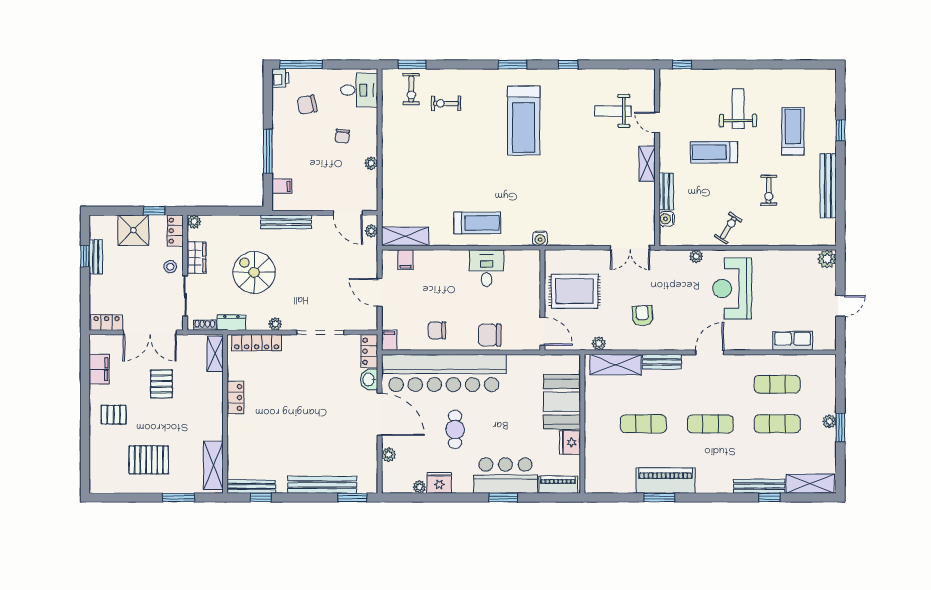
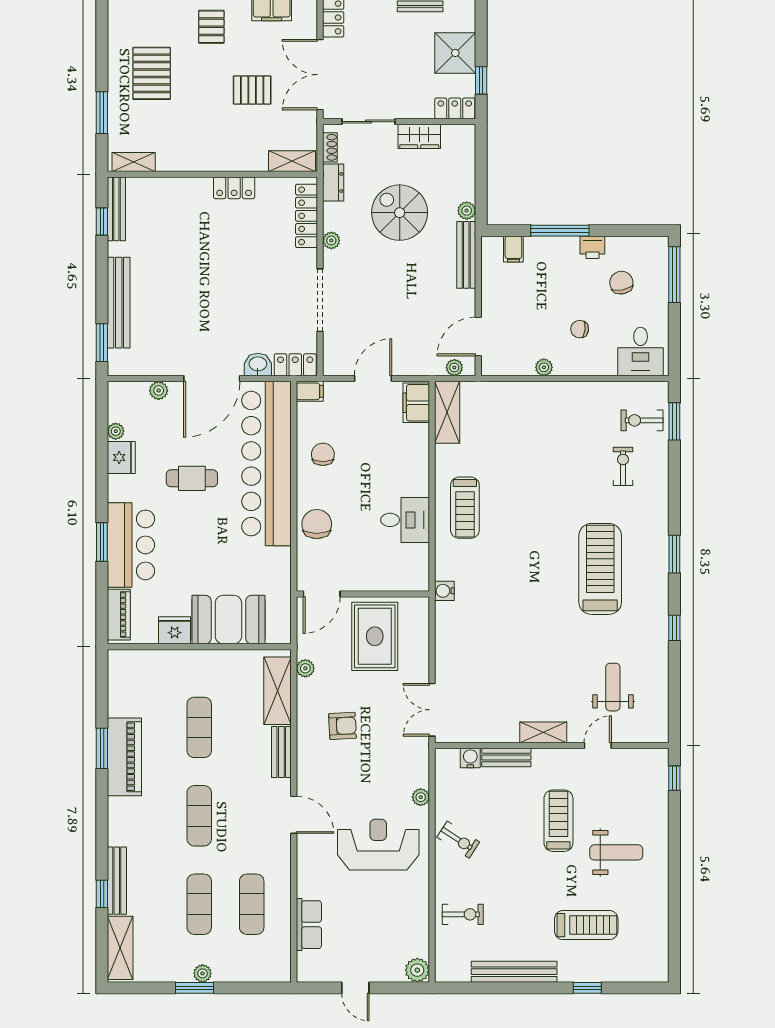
printer: (280, 78) -> (592, 247), moved
treadmill: (524, 121) -> (600, 569), turned 90
exercise bike: (769, 190) -> (463, 914), moved, turned 180
plant: (194, 222) -> (467, 211), moved
filing cabinet: (405, 260) -> (416, 403), width x2.00
stool: (170, 267) -> (407, 102), removed
spiral stairs: (254, 272) -> (400, 213), turned -90
shelving: (213, 465) -> (134, 162), width x0.67, depth x0.75

